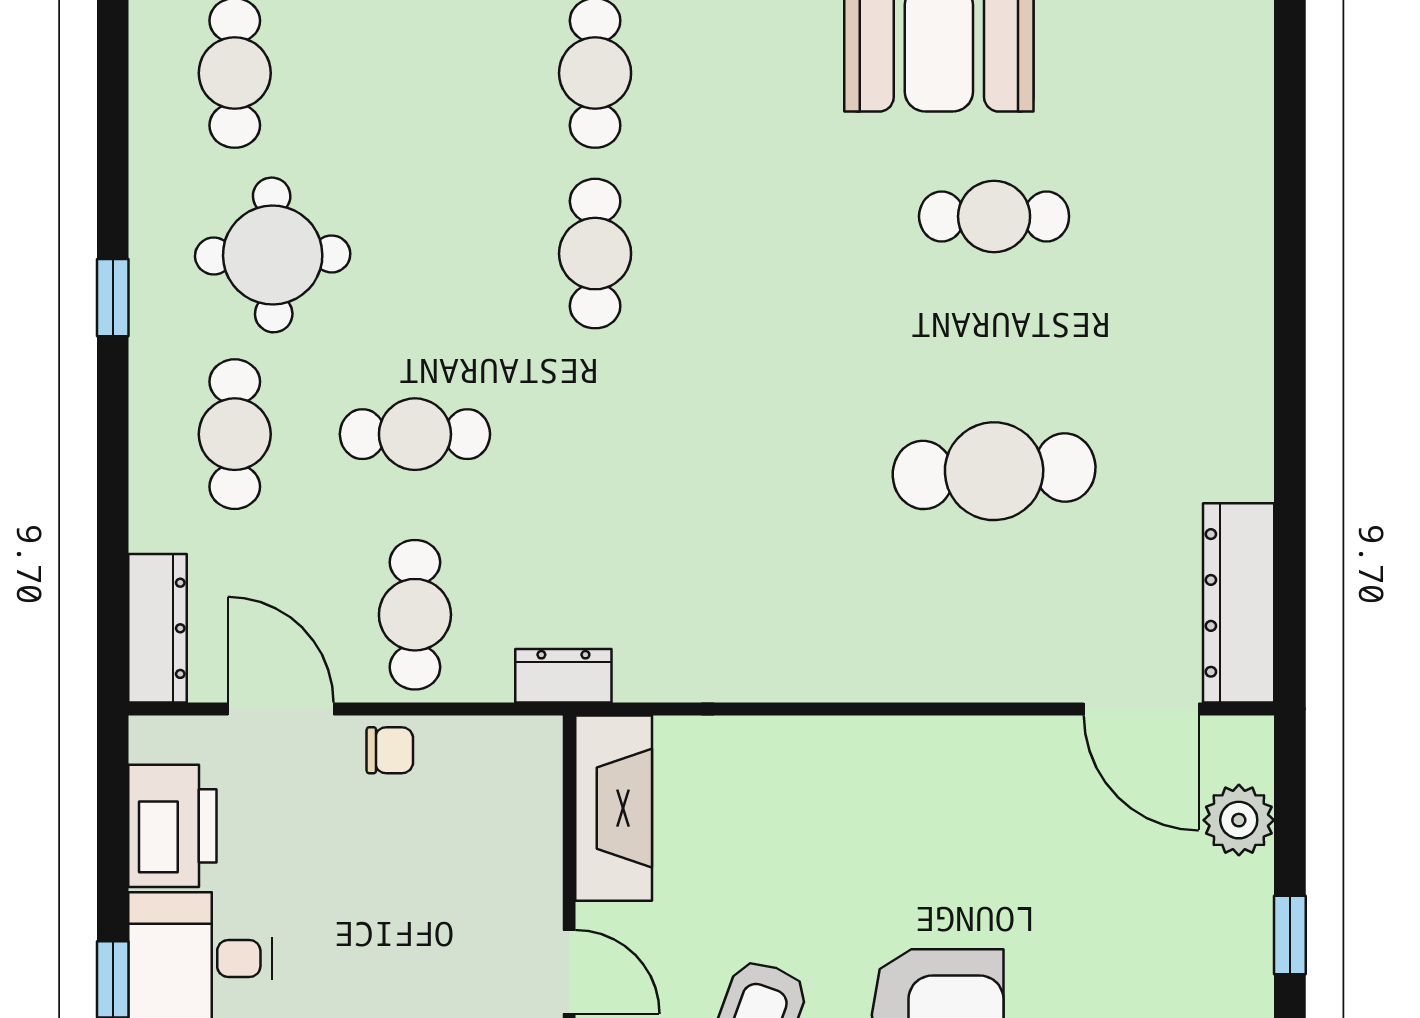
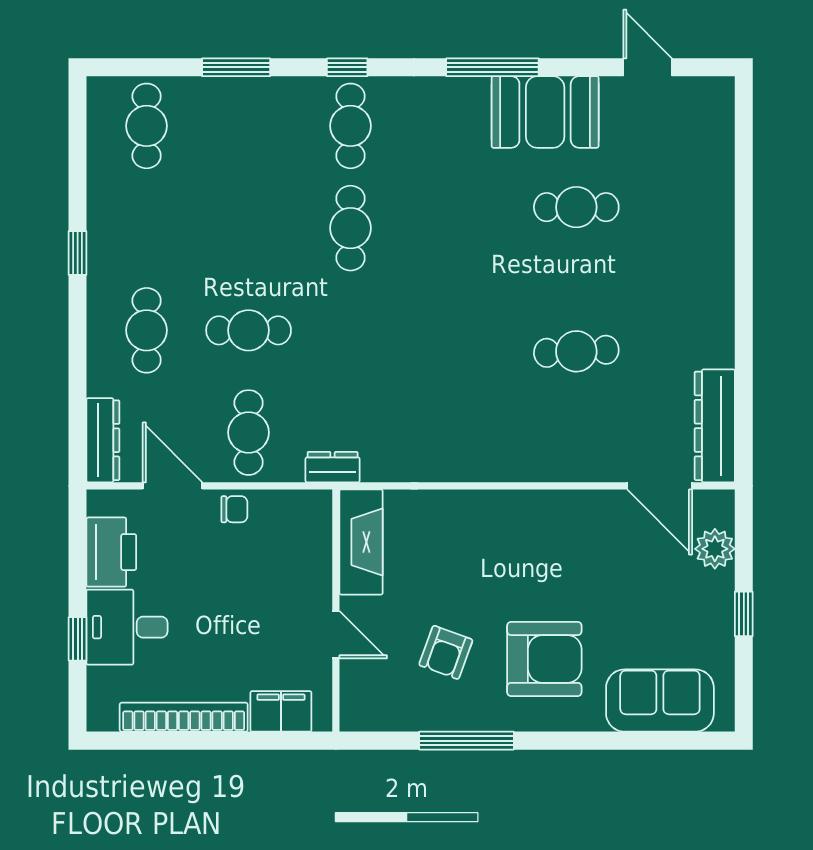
round table: (273, 255) -> (168, 229), removed
cafe table: (994, 471) -> (576, 351), width x0.73, depth x0.74

